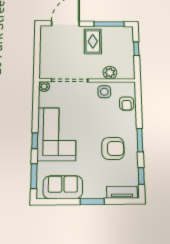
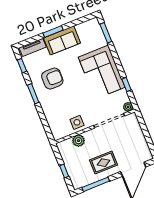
rug: (93, 41) -> (104, 163), turned 90
armchair: (127, 104) -> (55, 120), removed
window: (35, 141) -> (126, 84), moved
armchair: (113, 148) -> (52, 78), turned 180
sofa: (63, 187) -> (62, 40), moved

